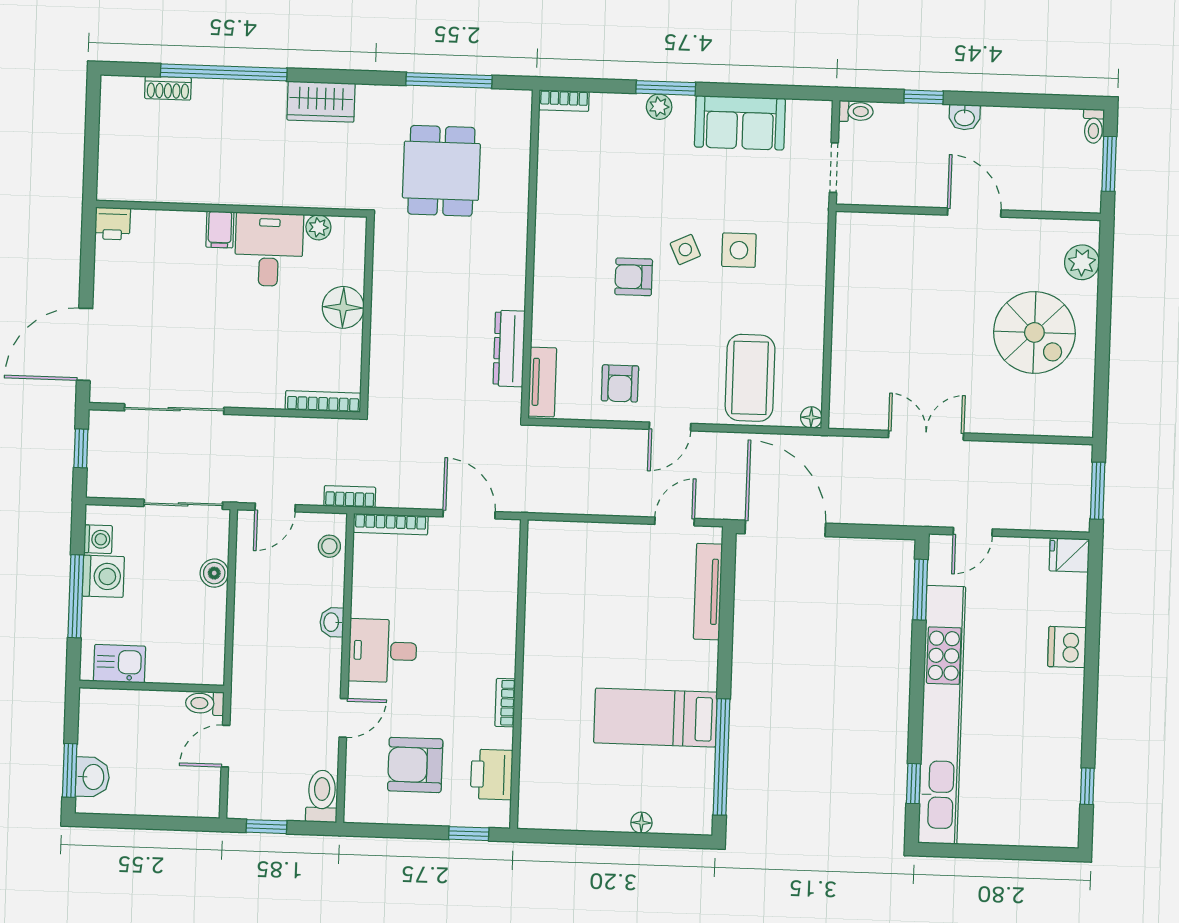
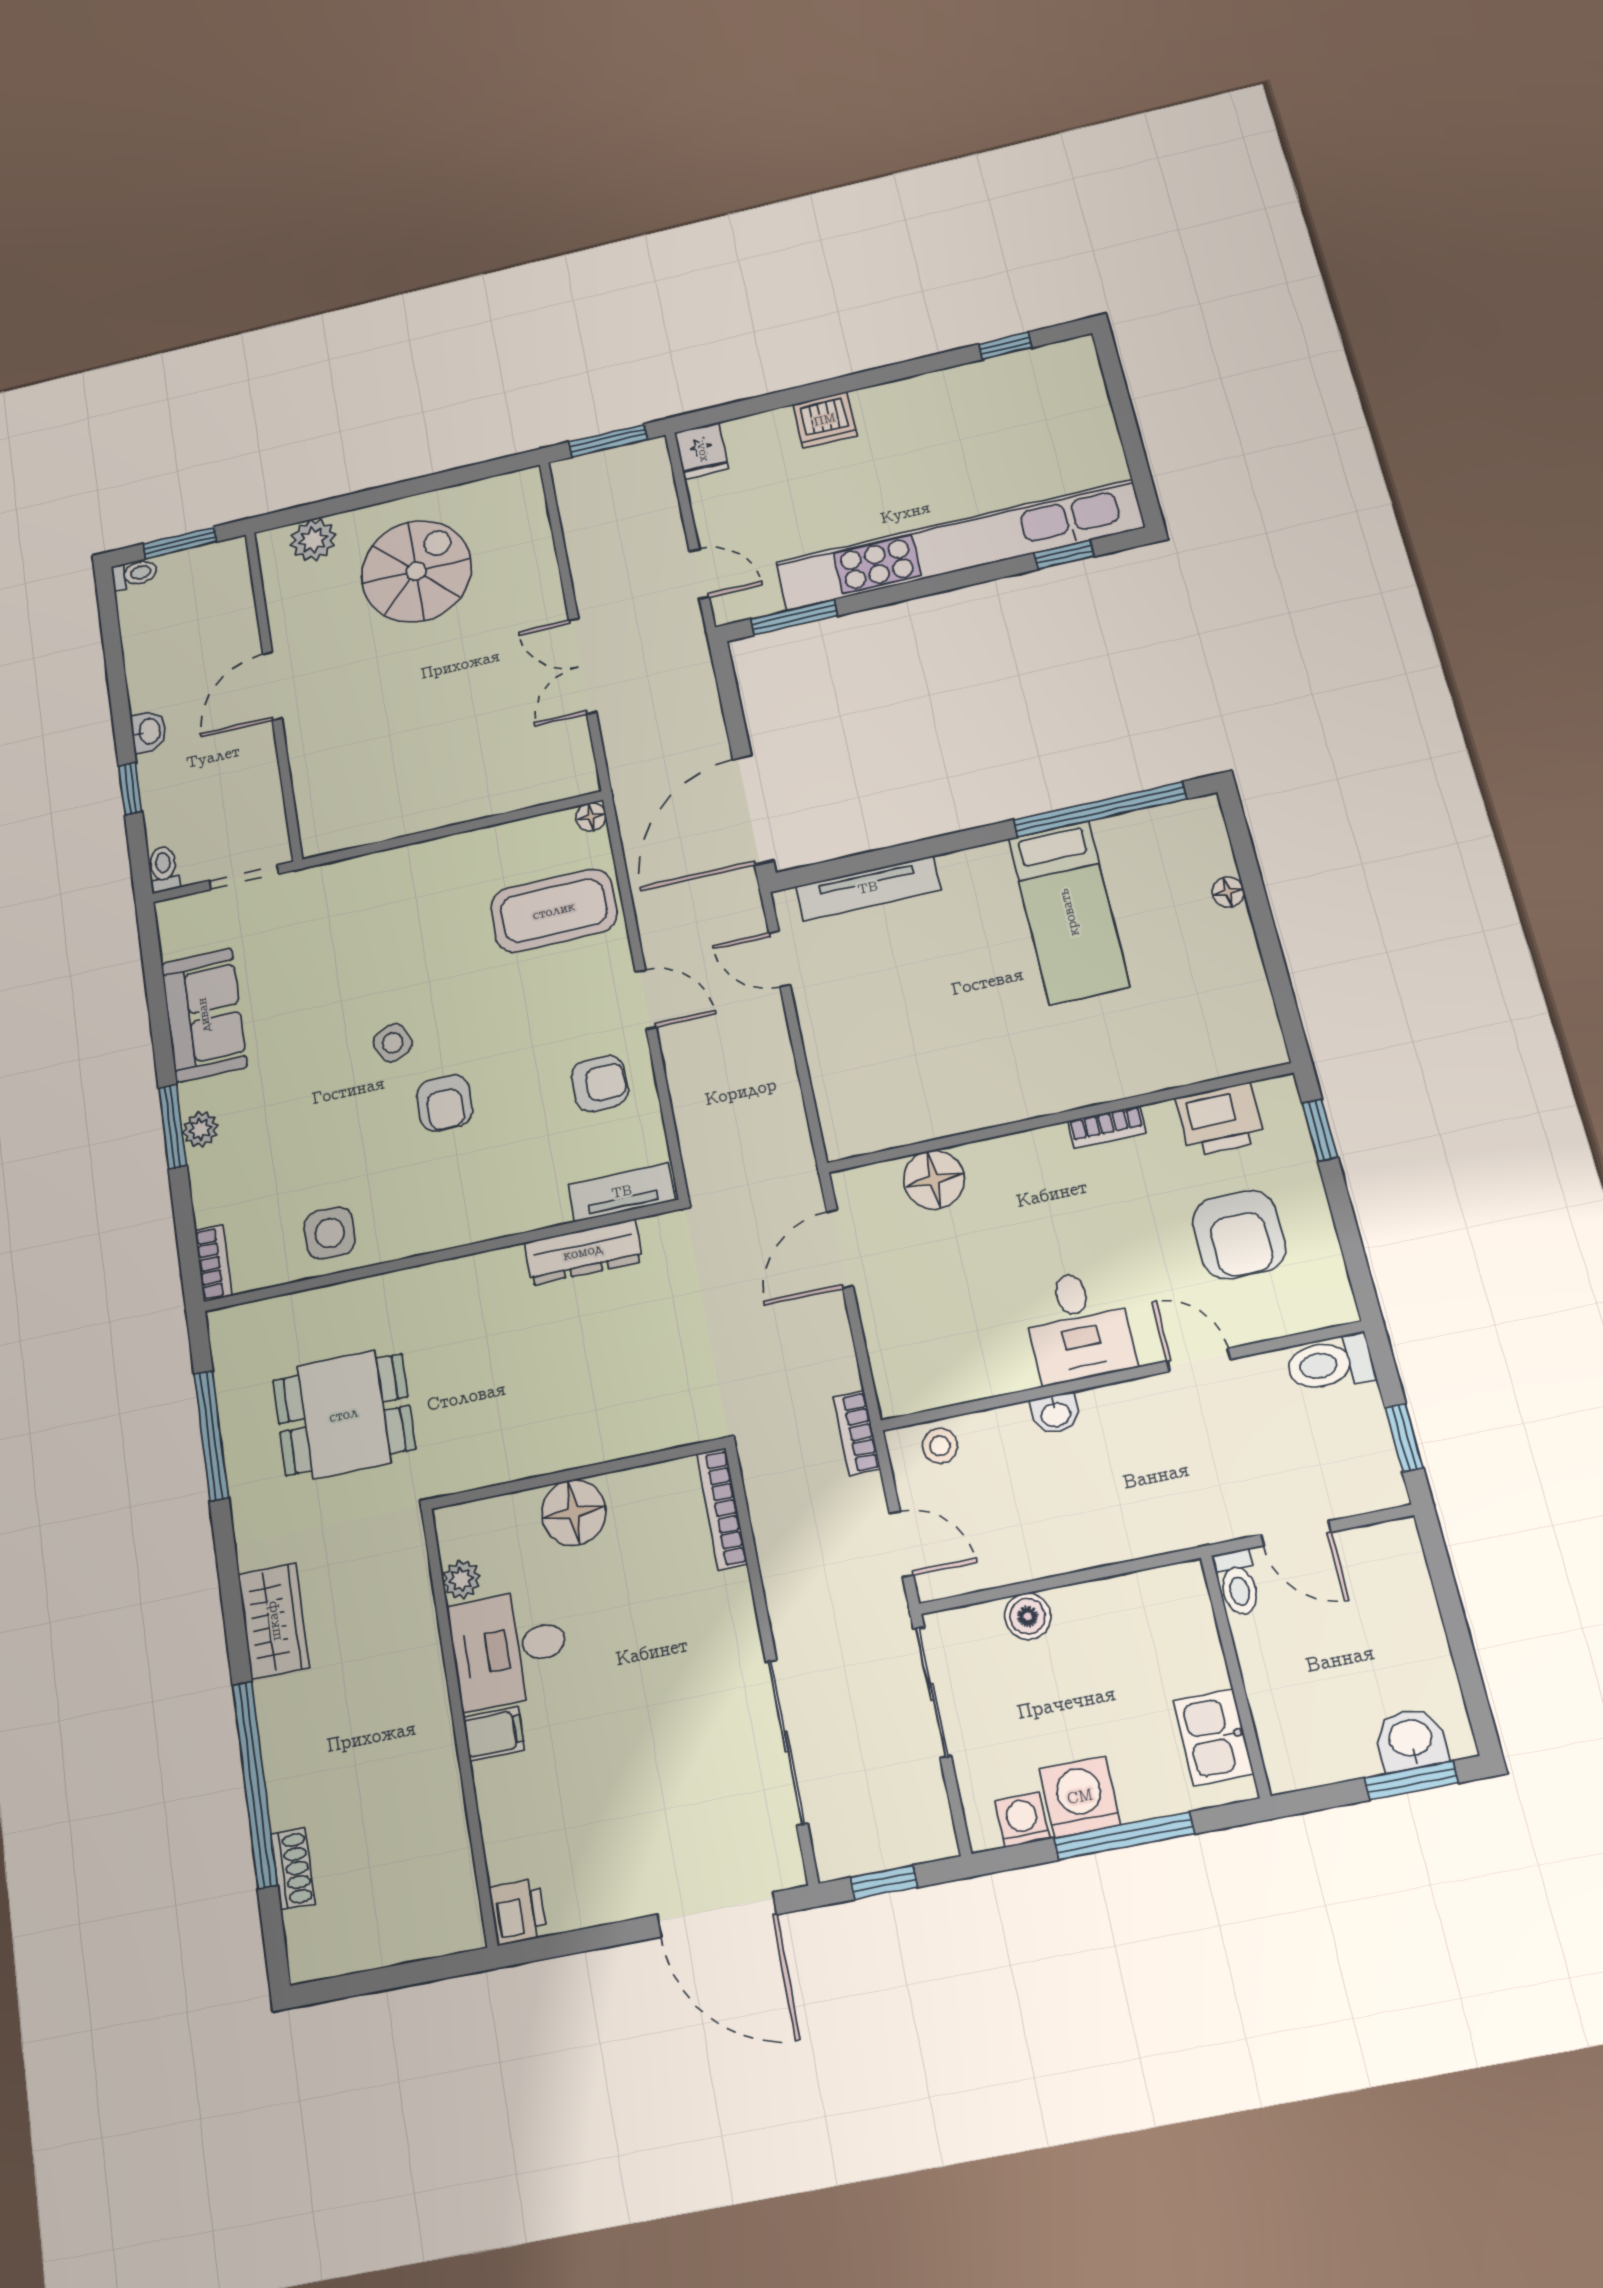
side table: (739, 250) -> (330, 1233), moved
bookcase: (391, 524) -> (883, 1361), removed
floor lamp: (499, 585) -> (934, 1180), added

